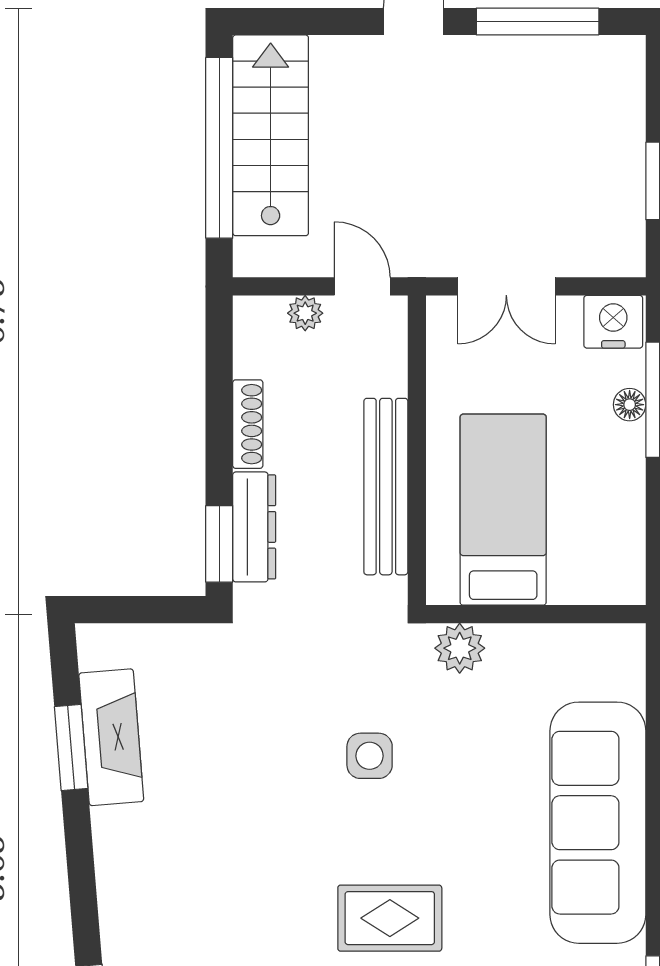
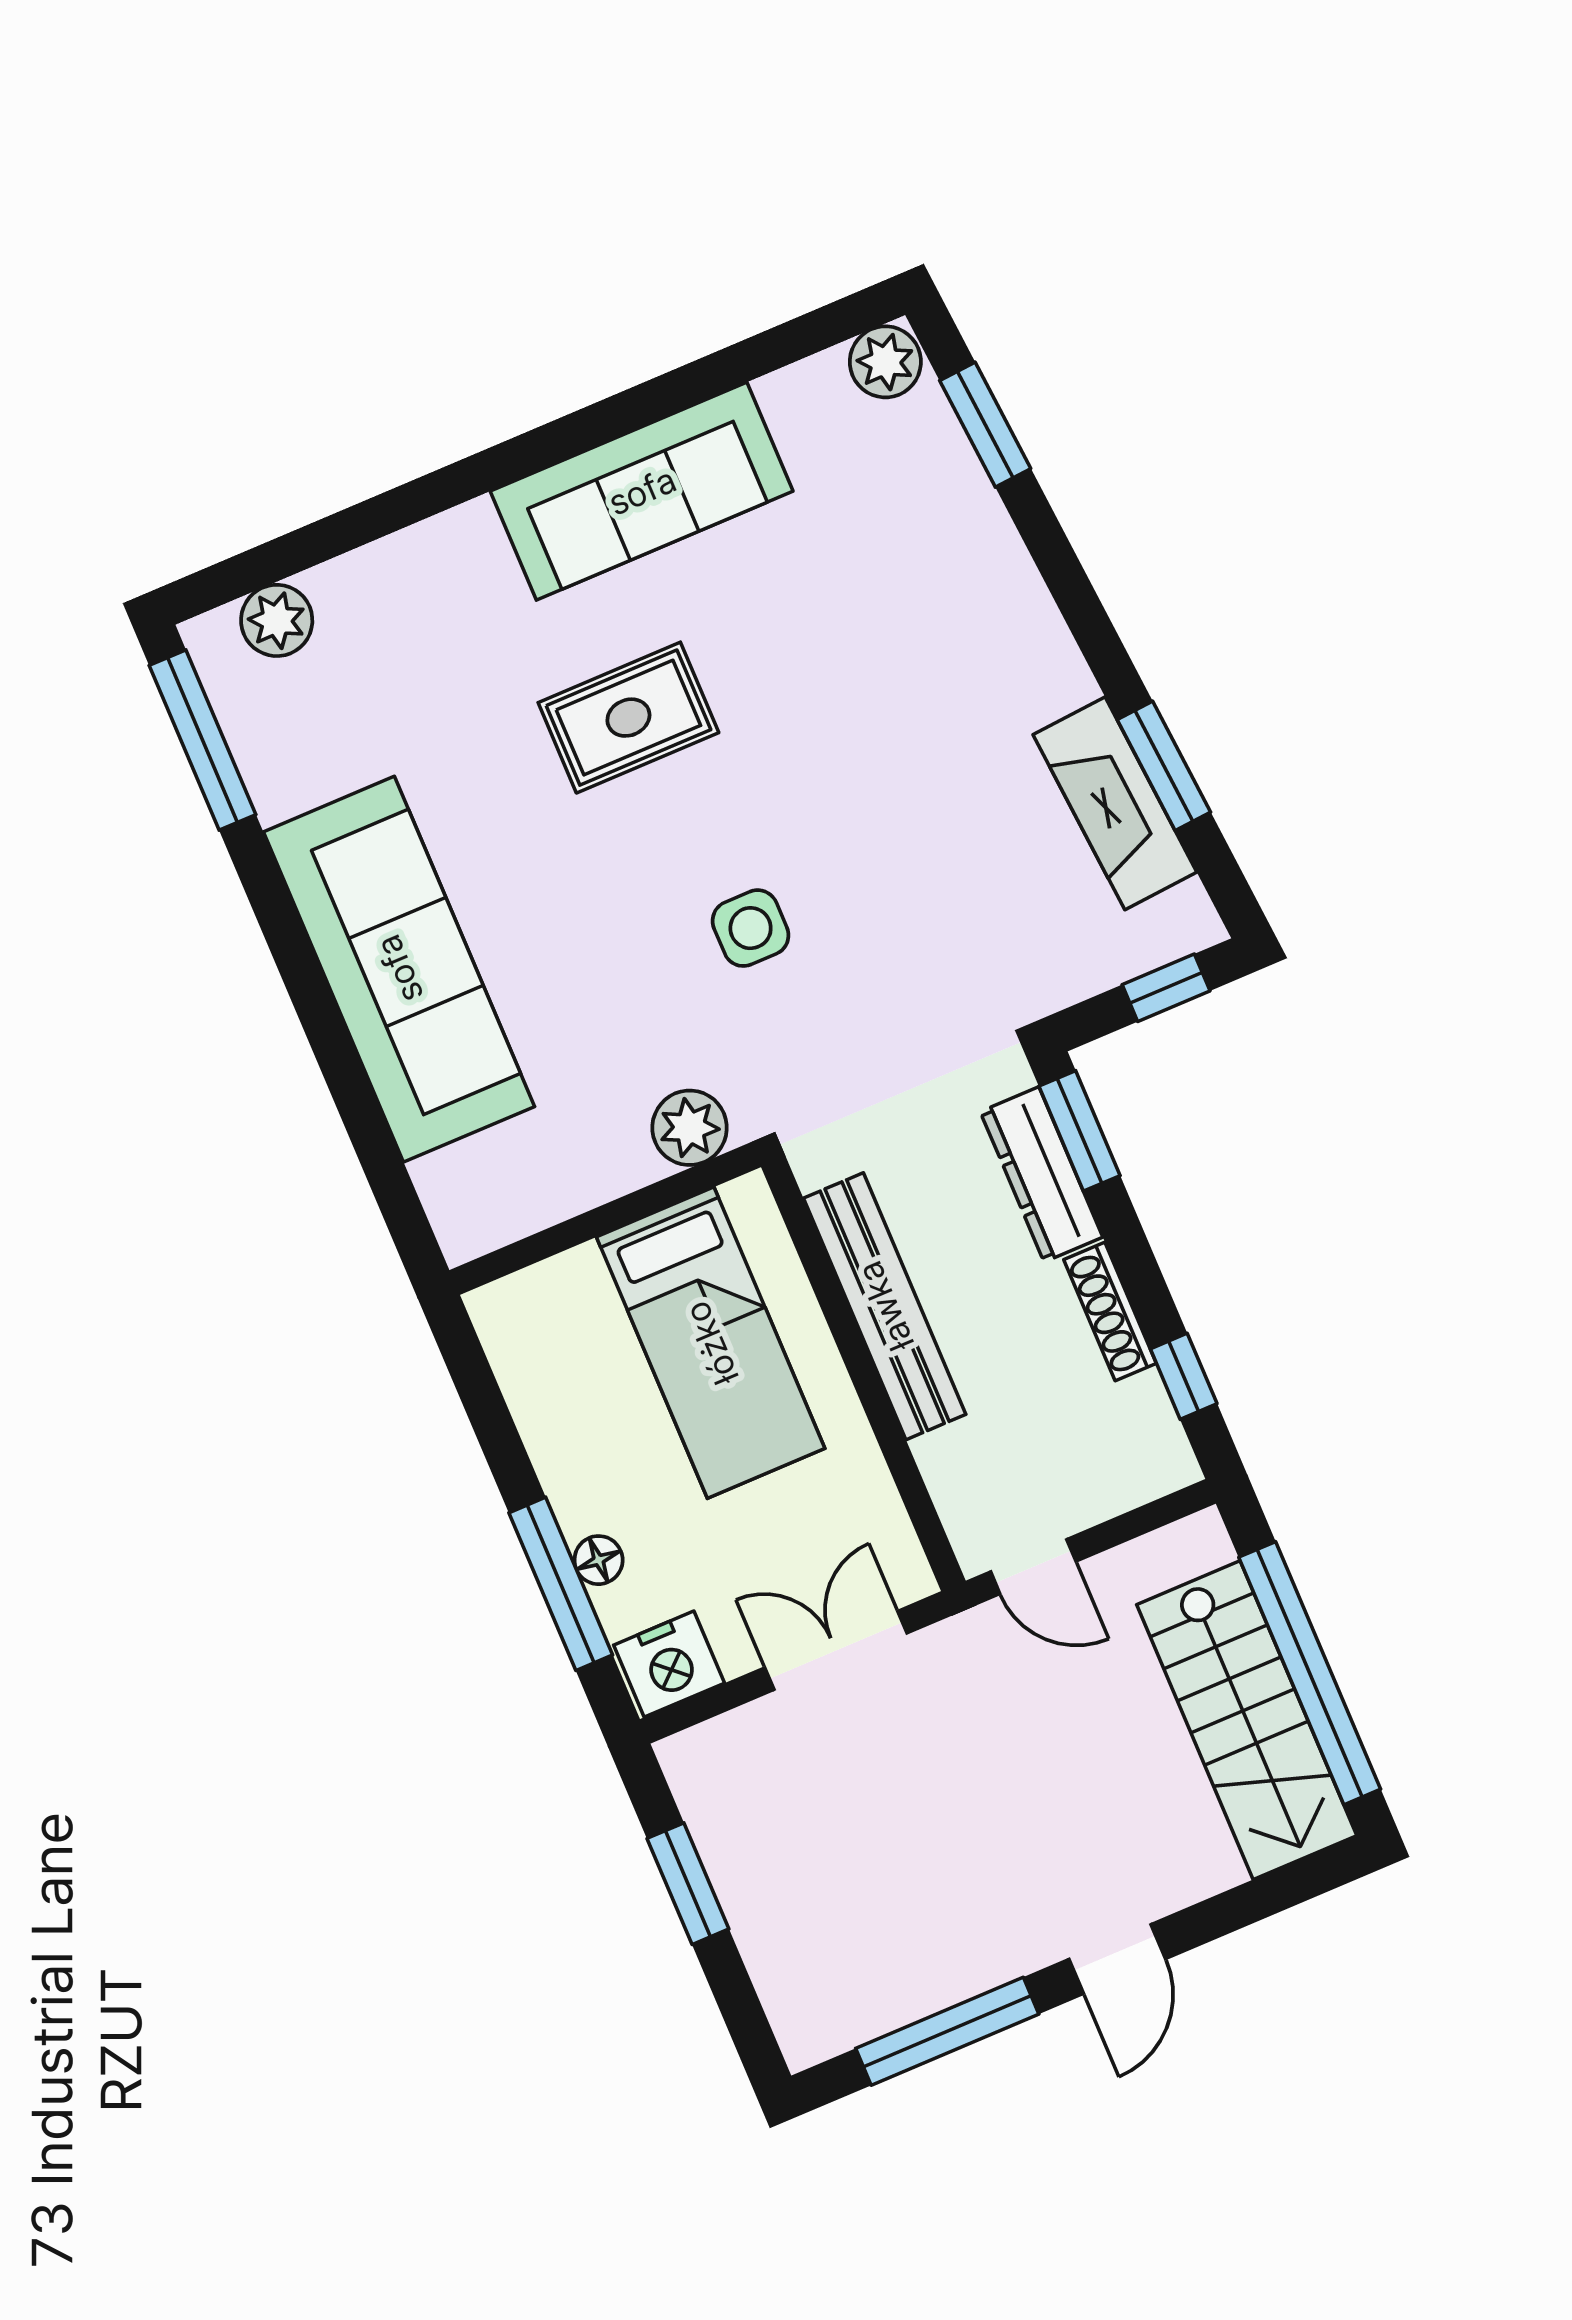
plant: (305, 313) -> (1096, 1497), removed
window: (219, 365) -> (1184, 1376), added
window: (128, 610) -> (1166, 988), added

